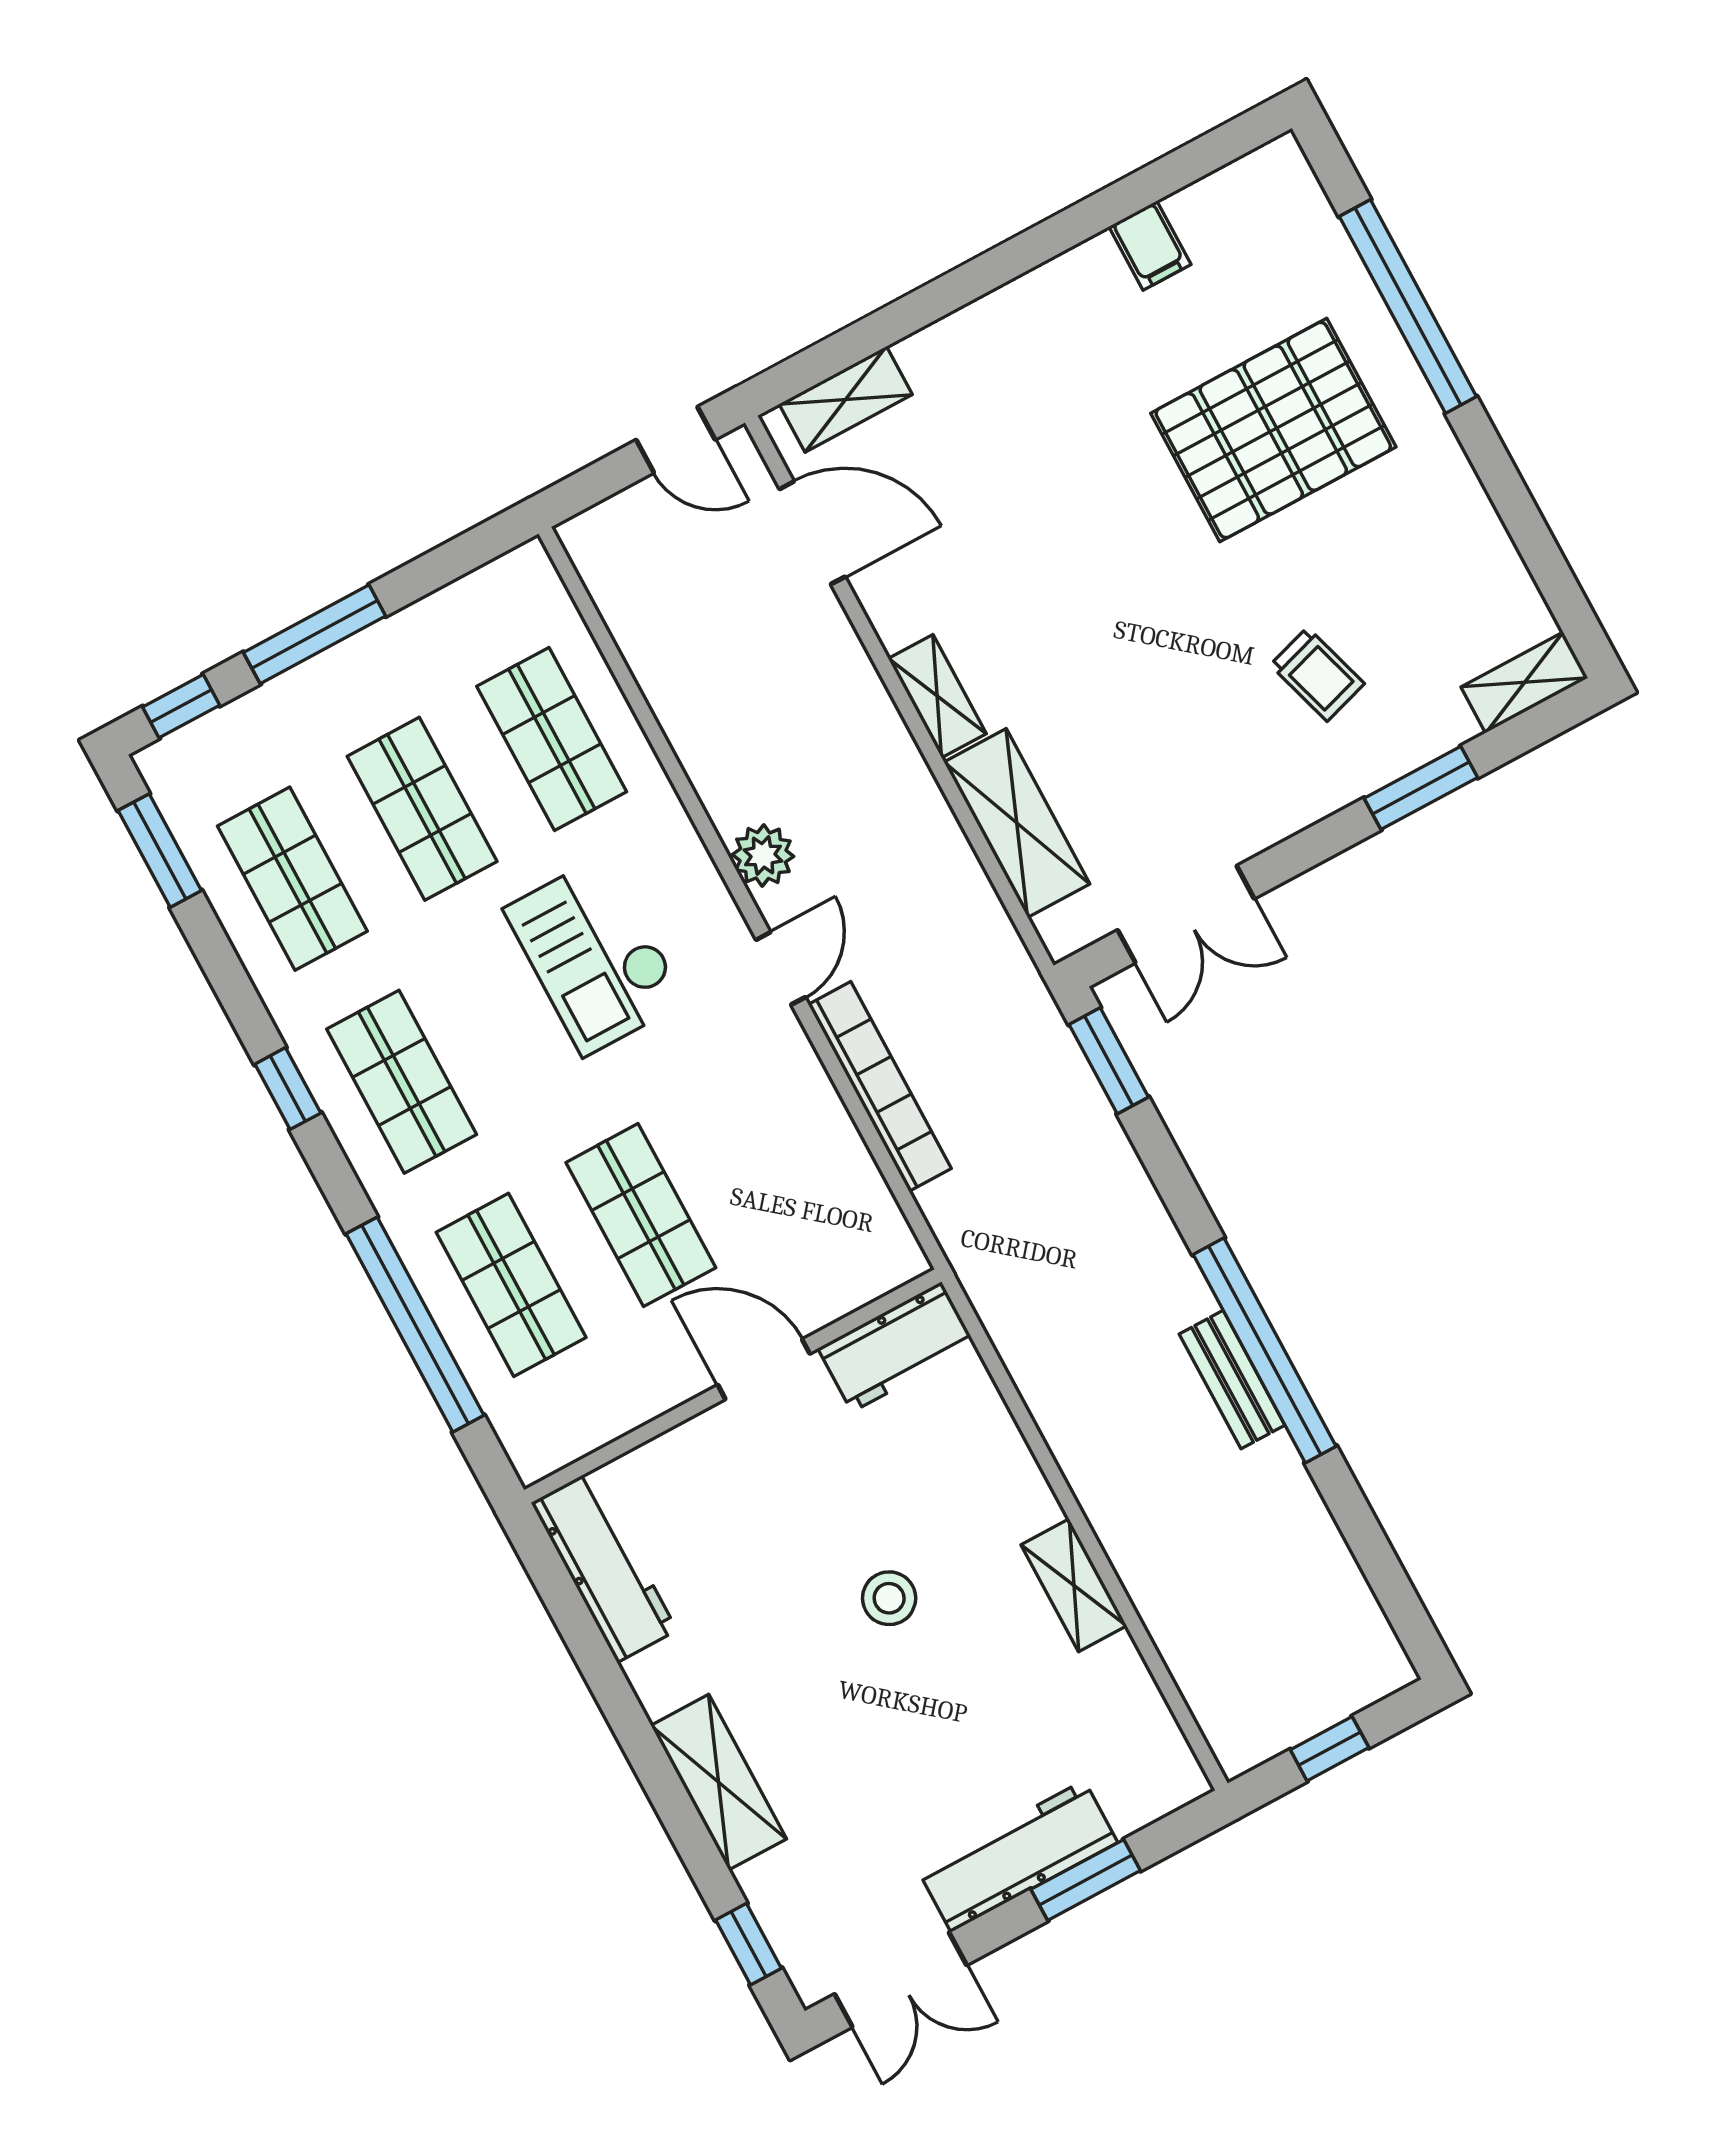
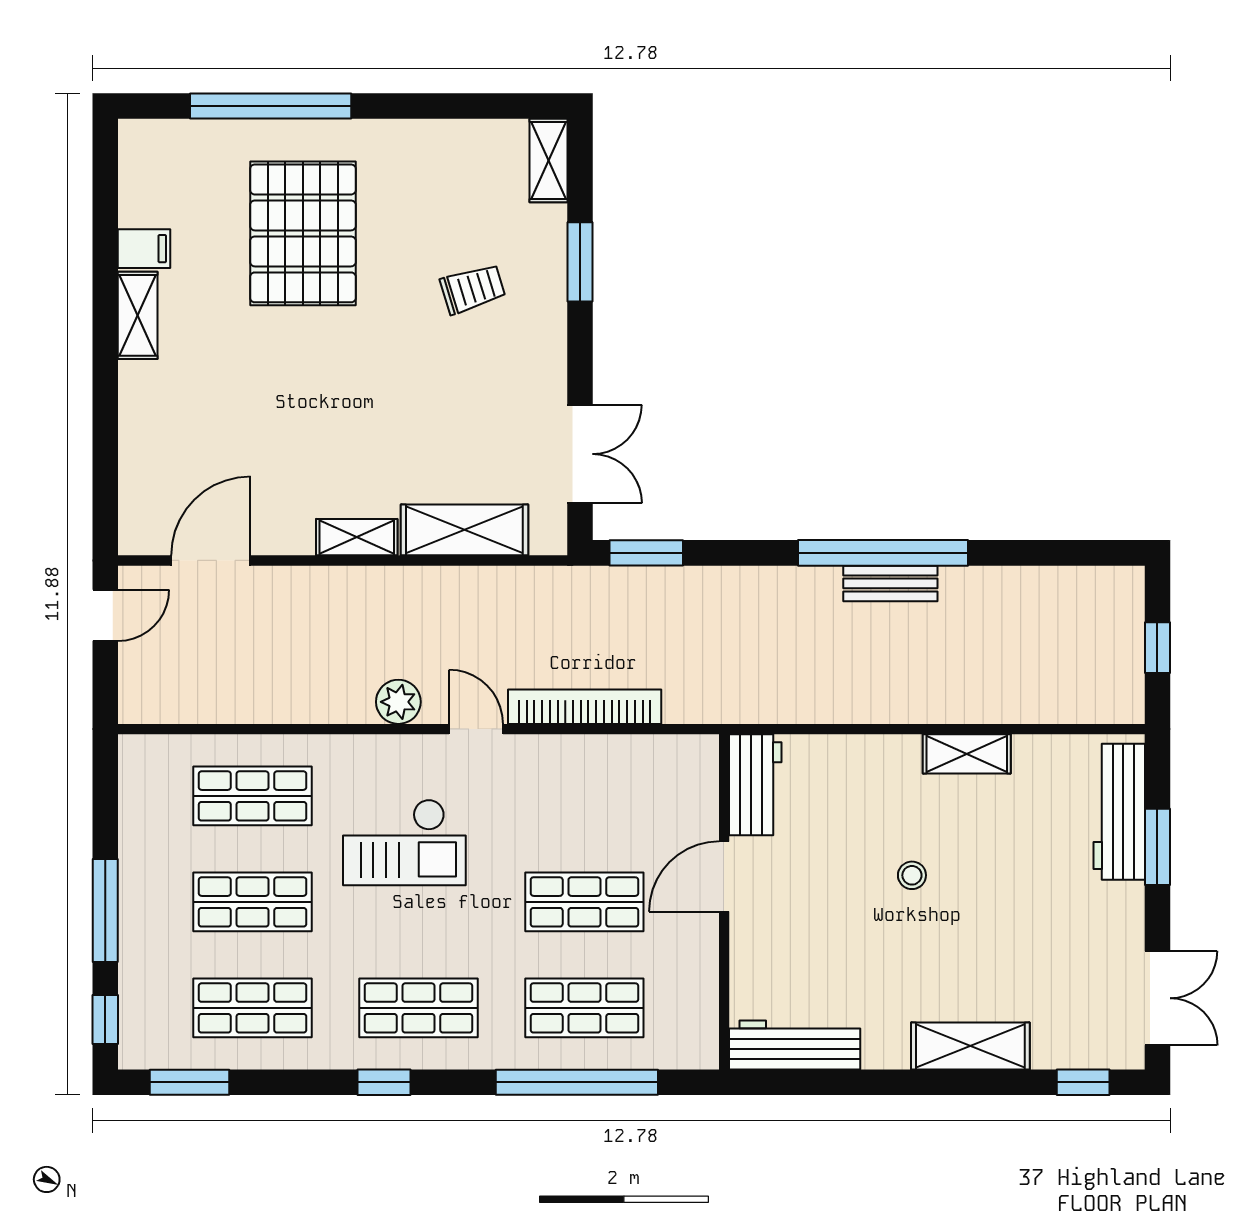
shelving: (846, 399) -> (138, 315), moved
stool: (889, 1598) -> (912, 875), width x0.73, depth x0.73
workbench: (1018, 1856) -> (1119, 812), moved

